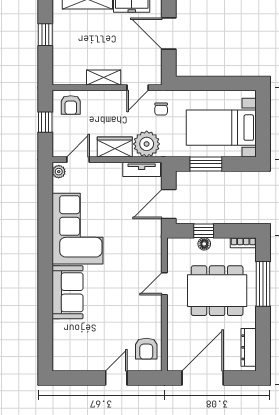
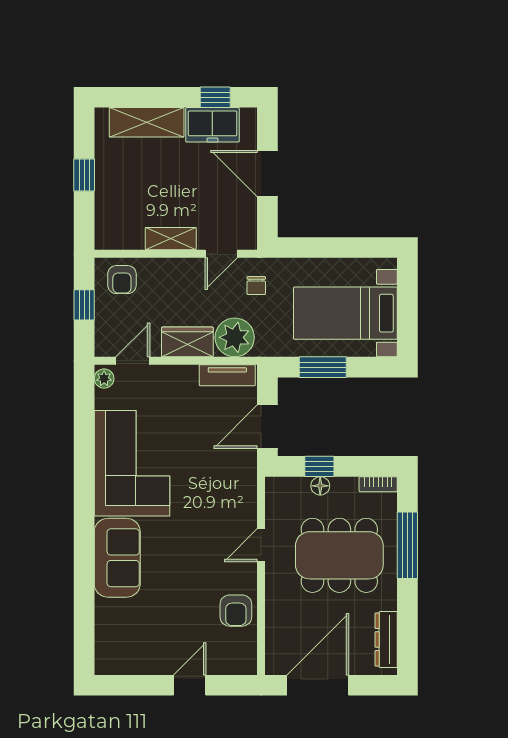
armchair: (146, 349) -> (236, 611), moved

